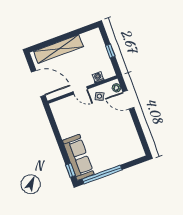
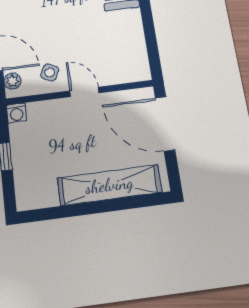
washing machine: (98, 77) -> (17, 113), moved

